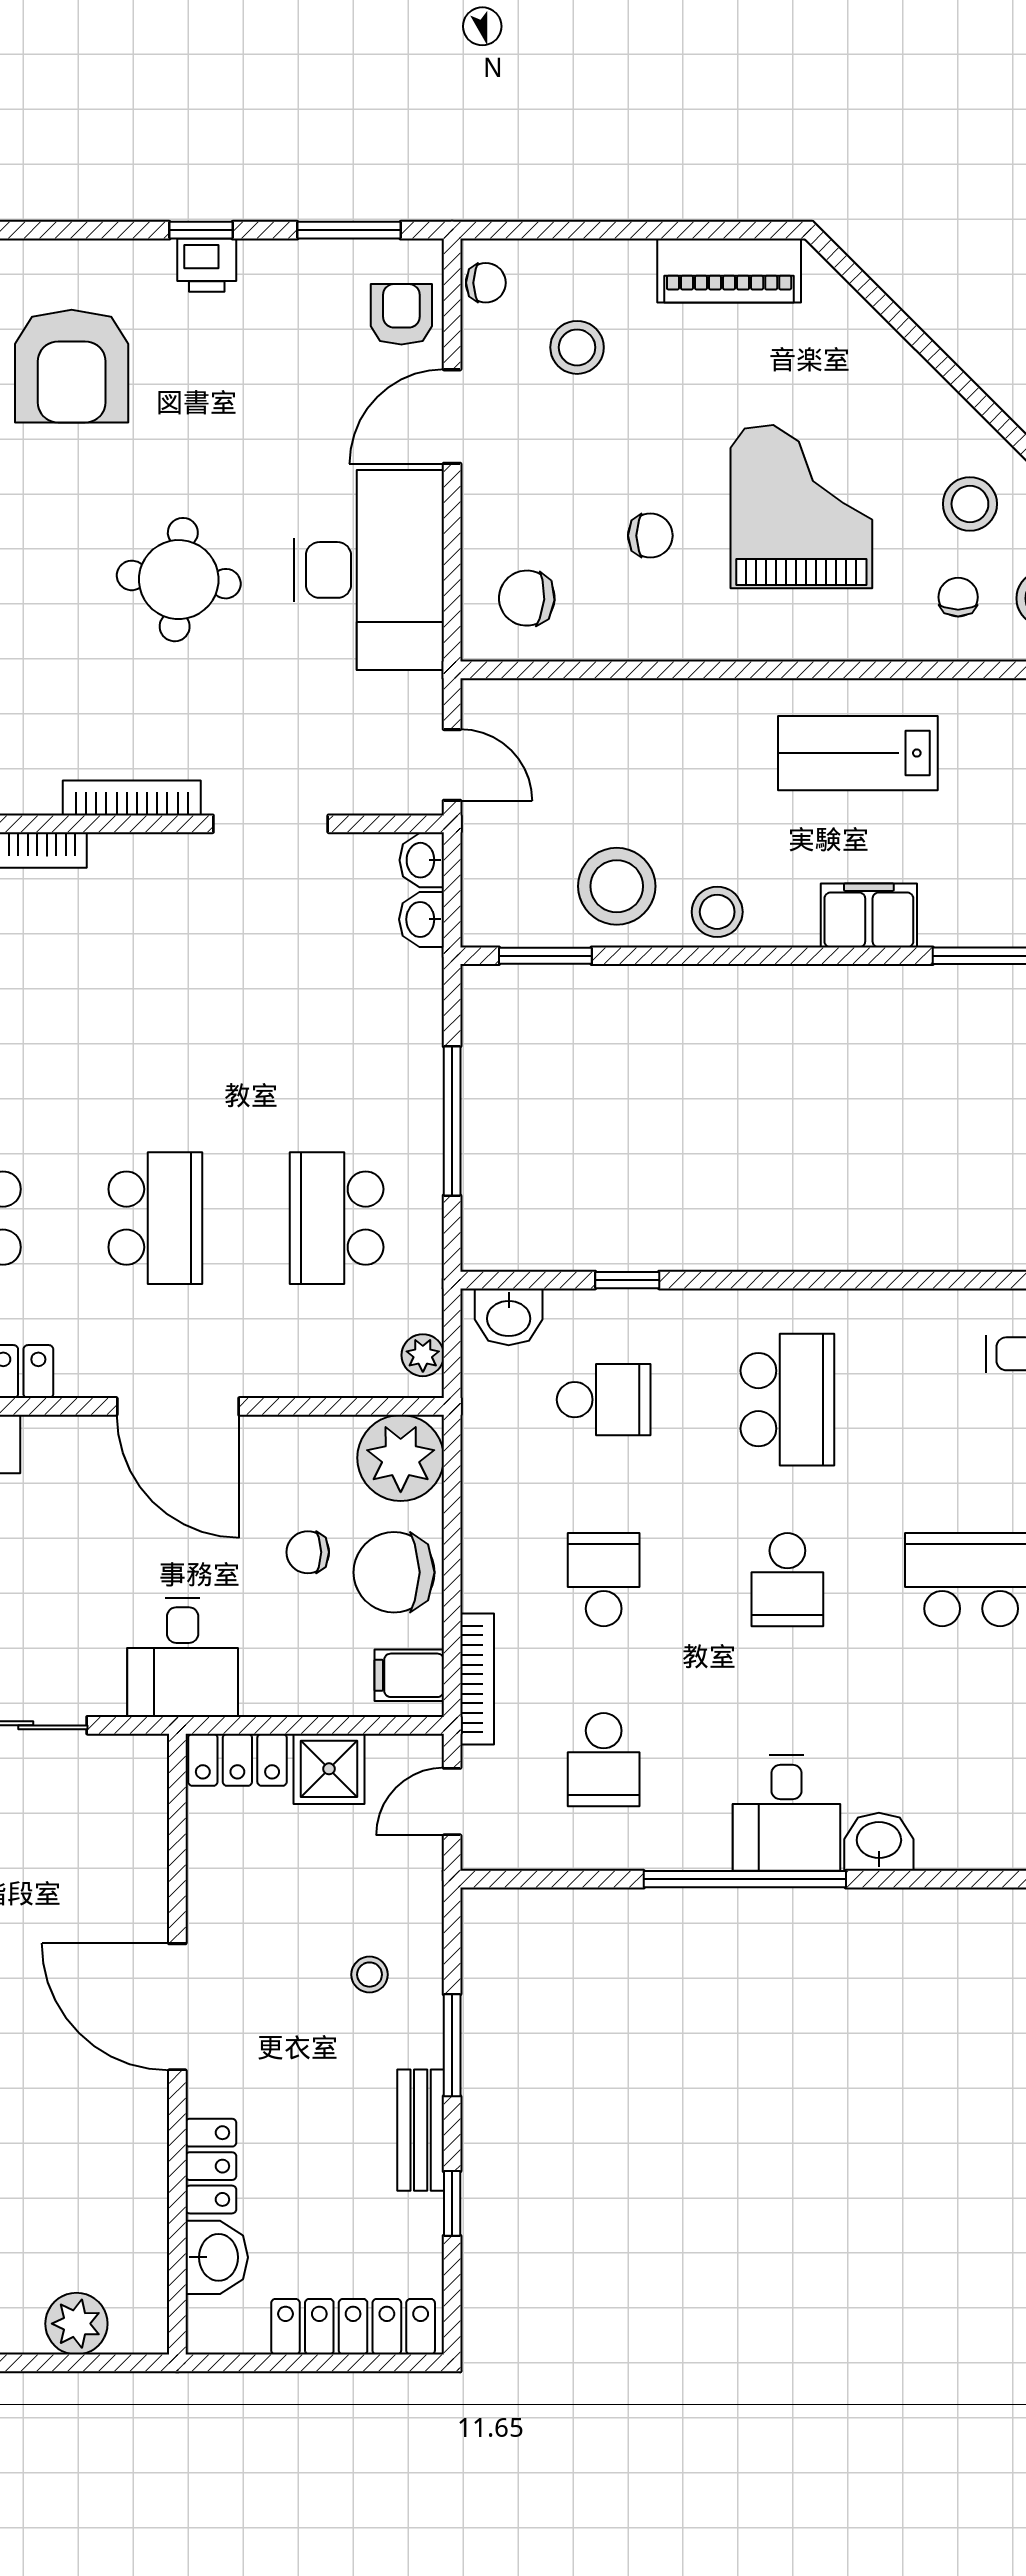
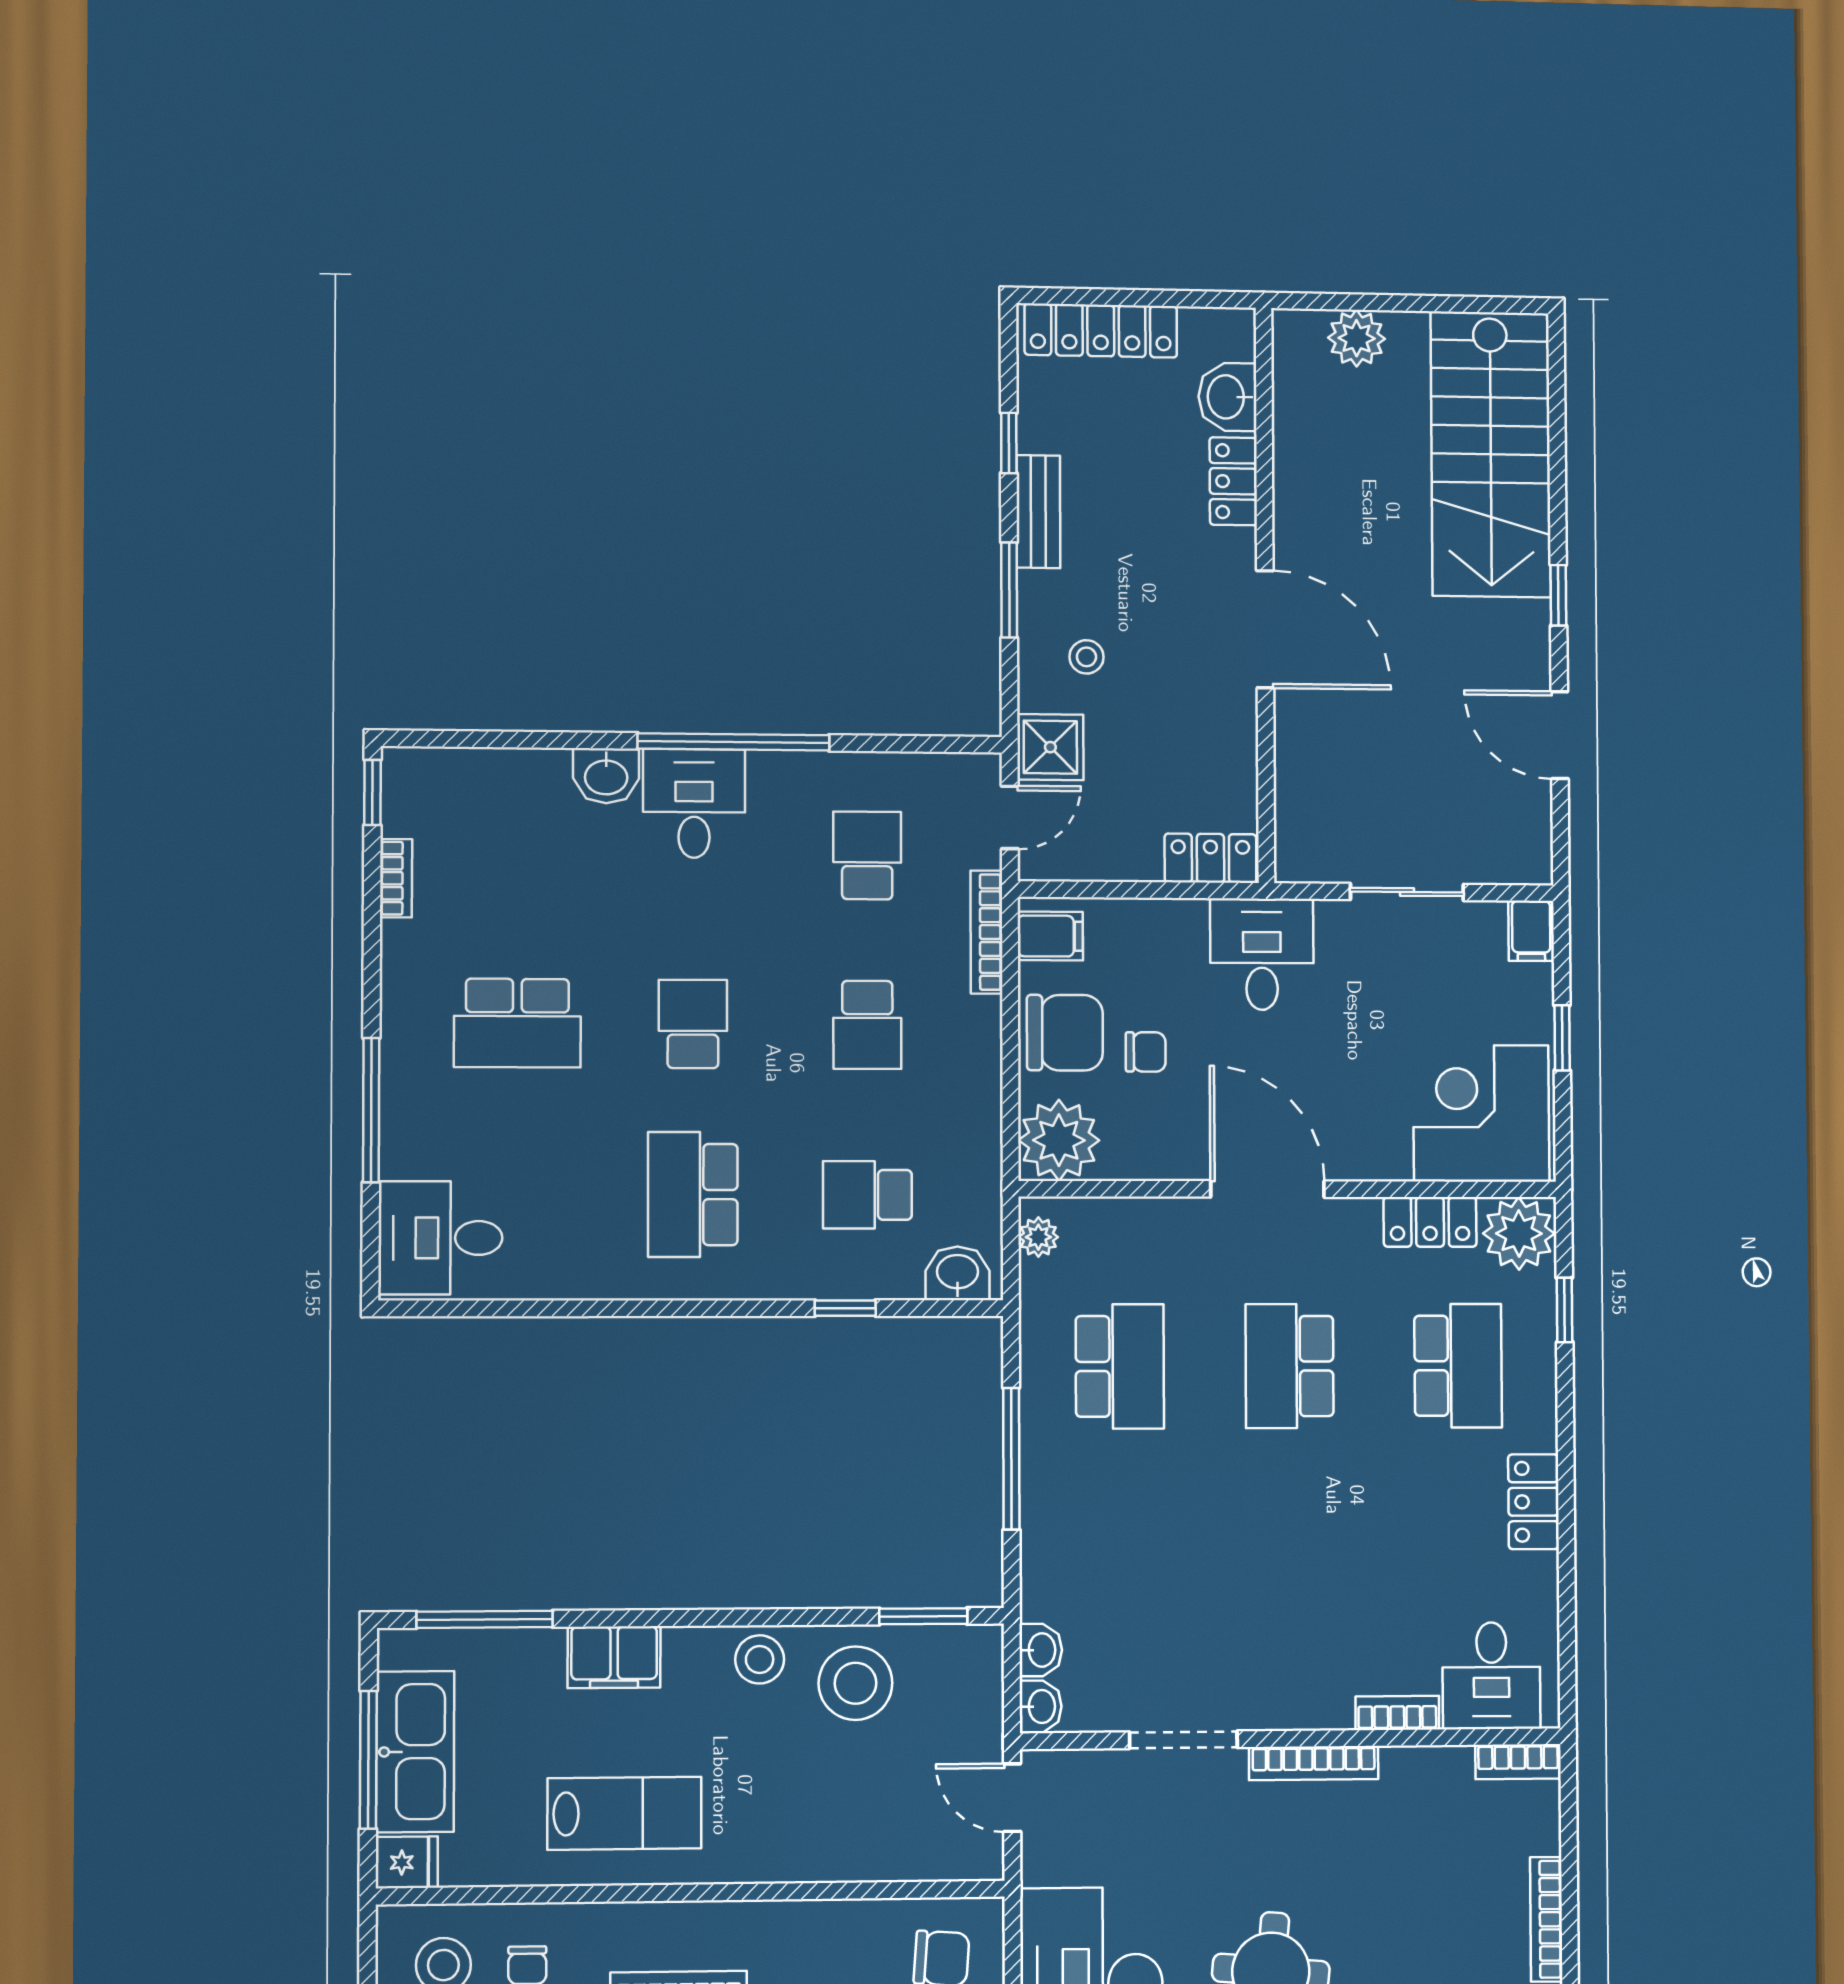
shower: (329, 1769) -> (1050, 747), moved

